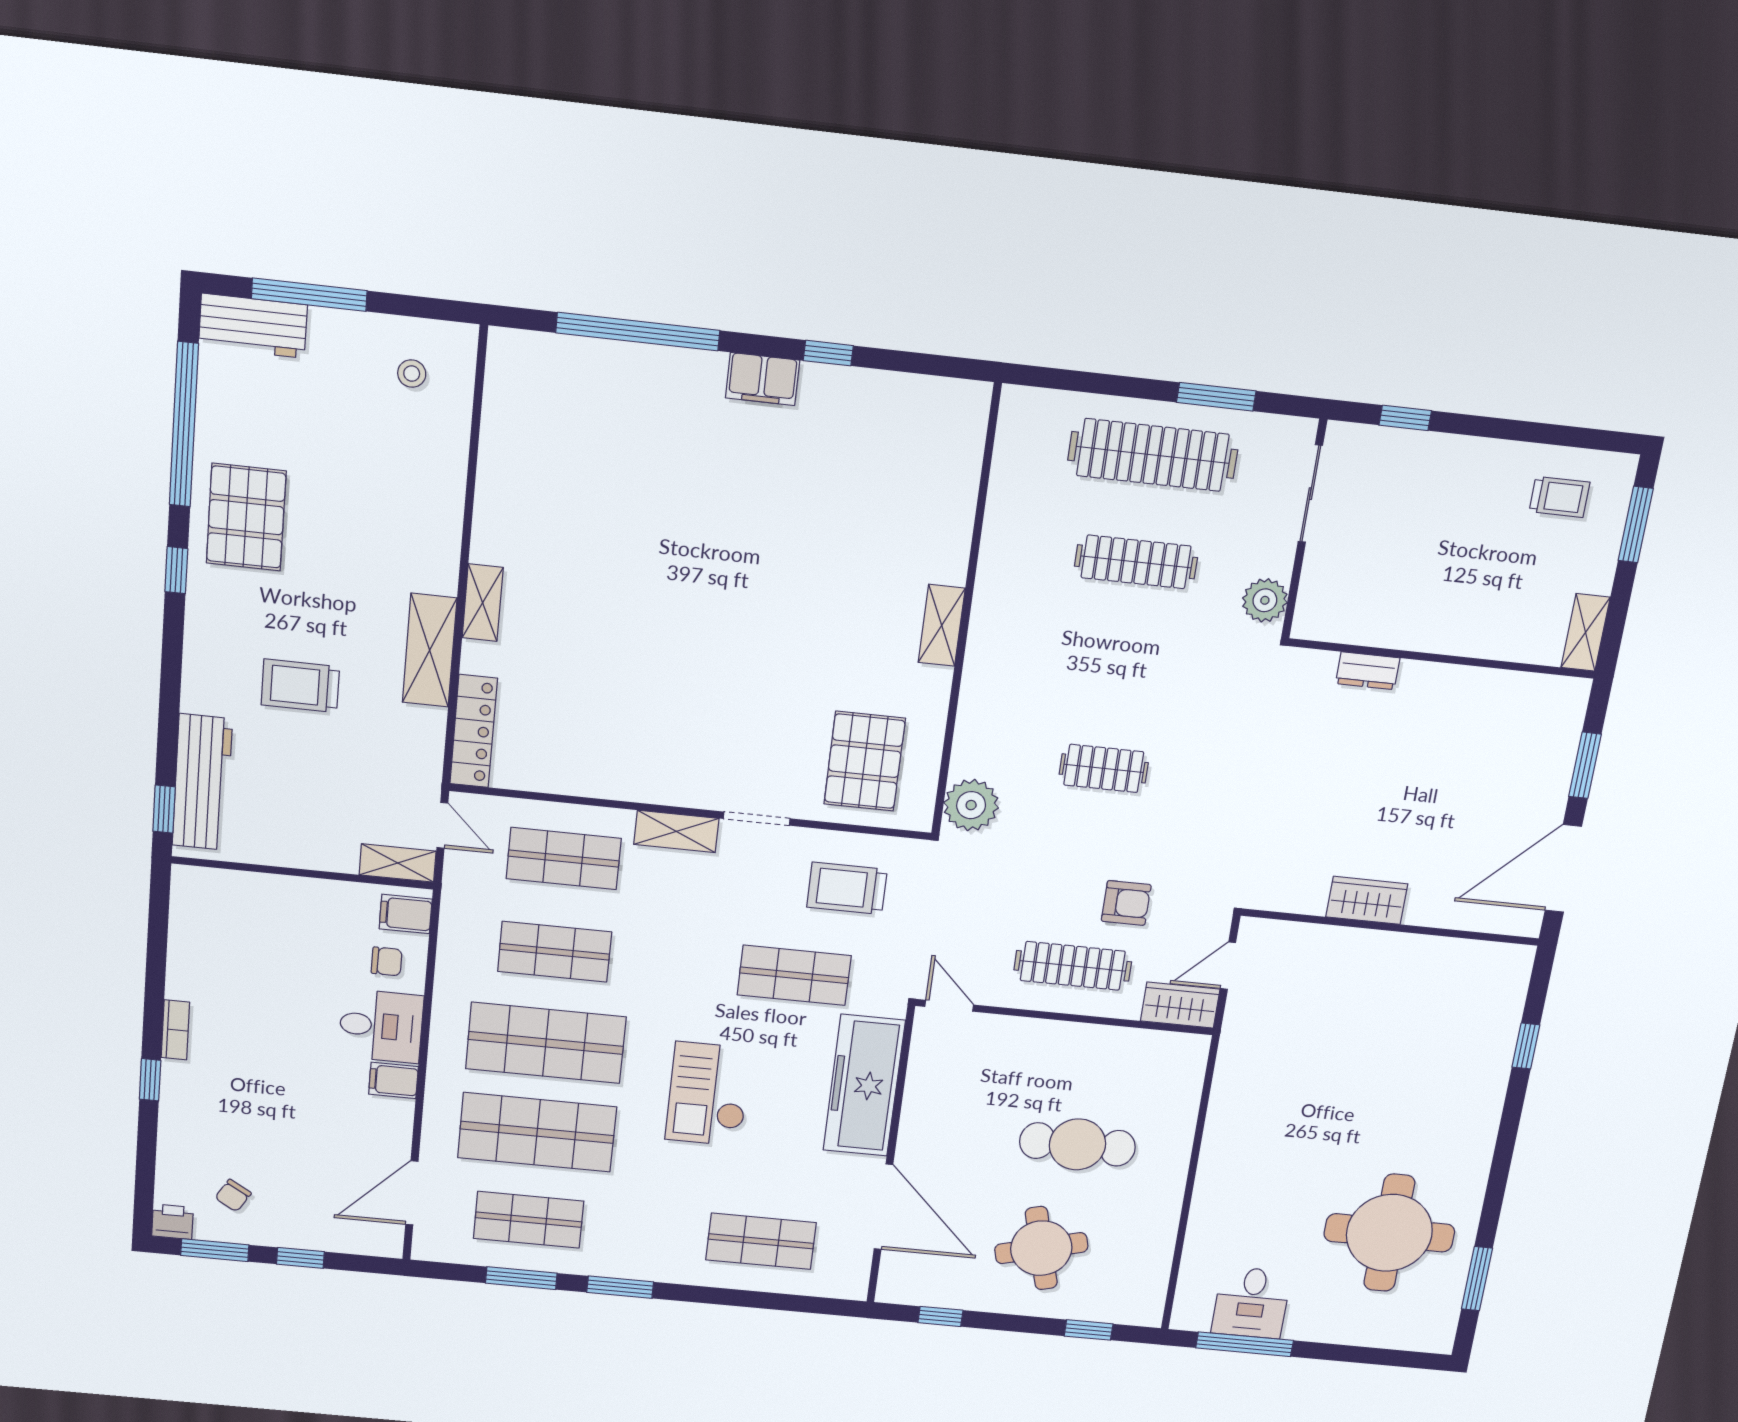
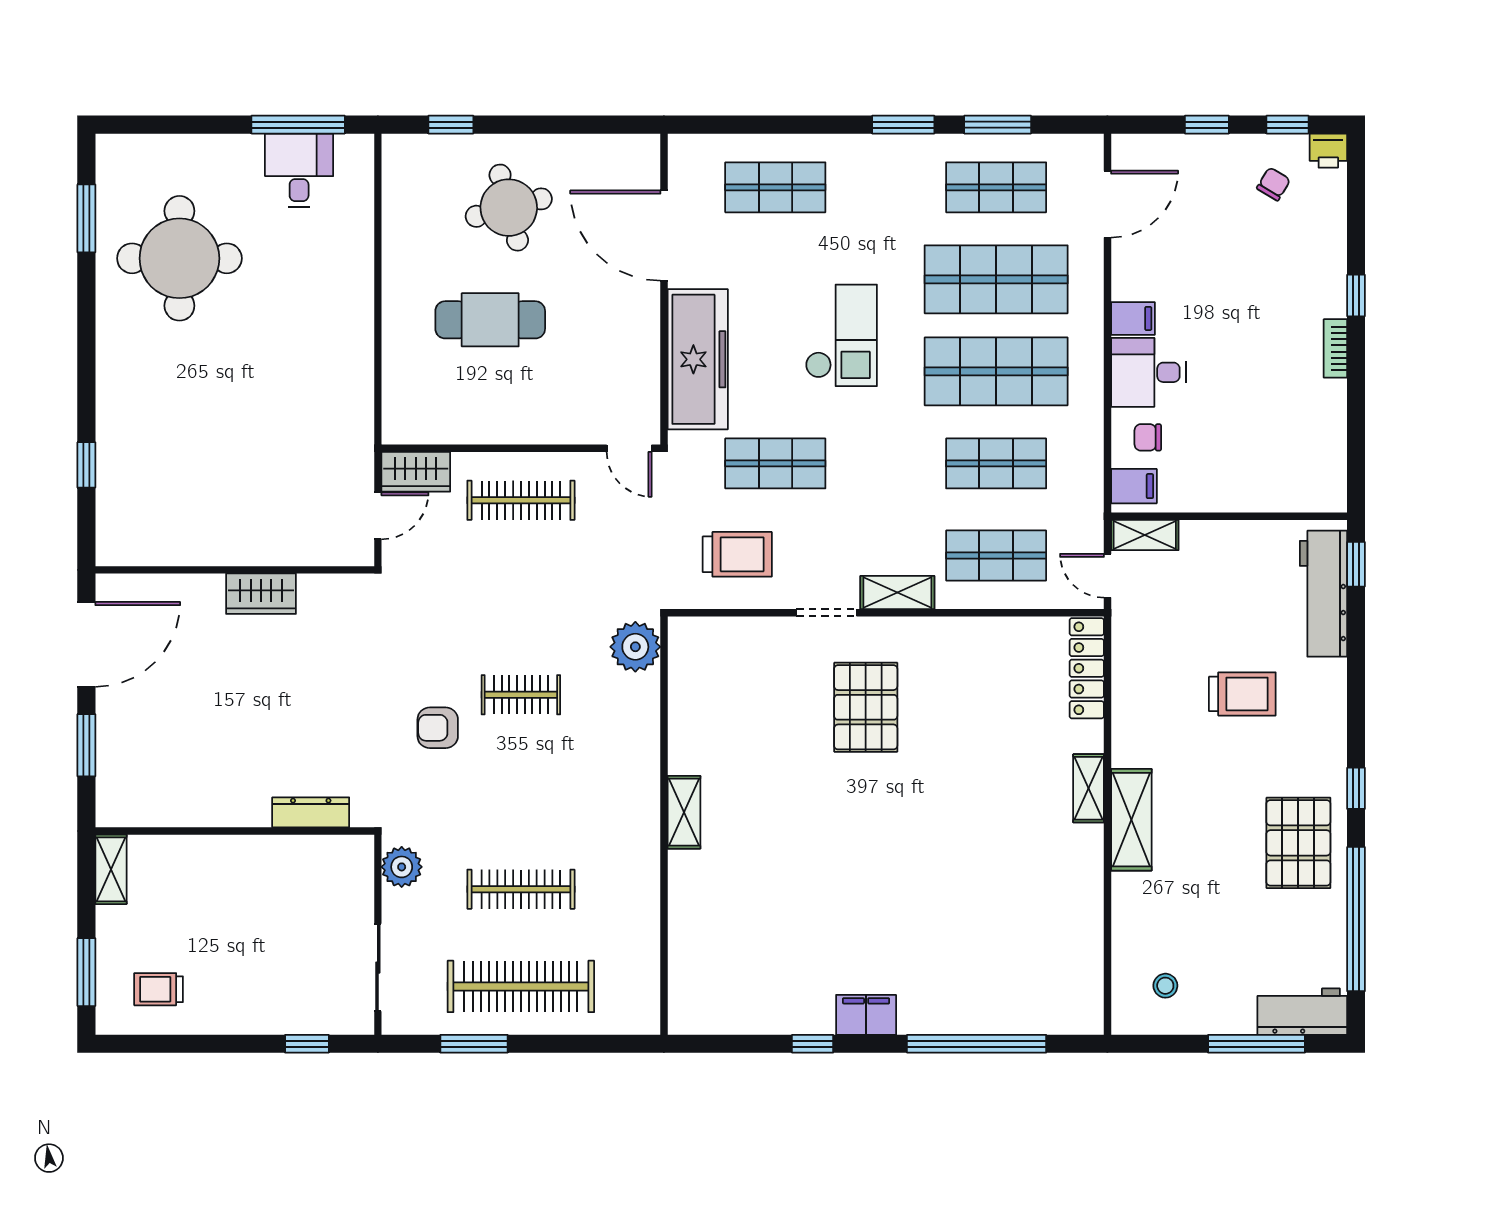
shelving: (430, 650) -> (1131, 820), moved
dresser: (1368, 671) -> (311, 812), width x1.44
pallet: (865, 761) -> (866, 707), moved
armchair: (1126, 903) -> (438, 728), moved
window: (215, 1250) -> (1287, 125), width x0.67
window: (940, 1316) -> (595, 125), removed

